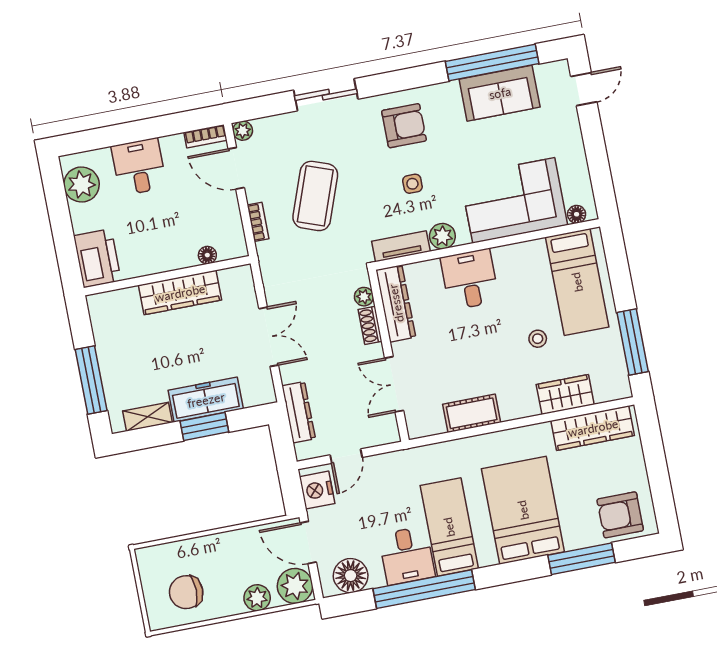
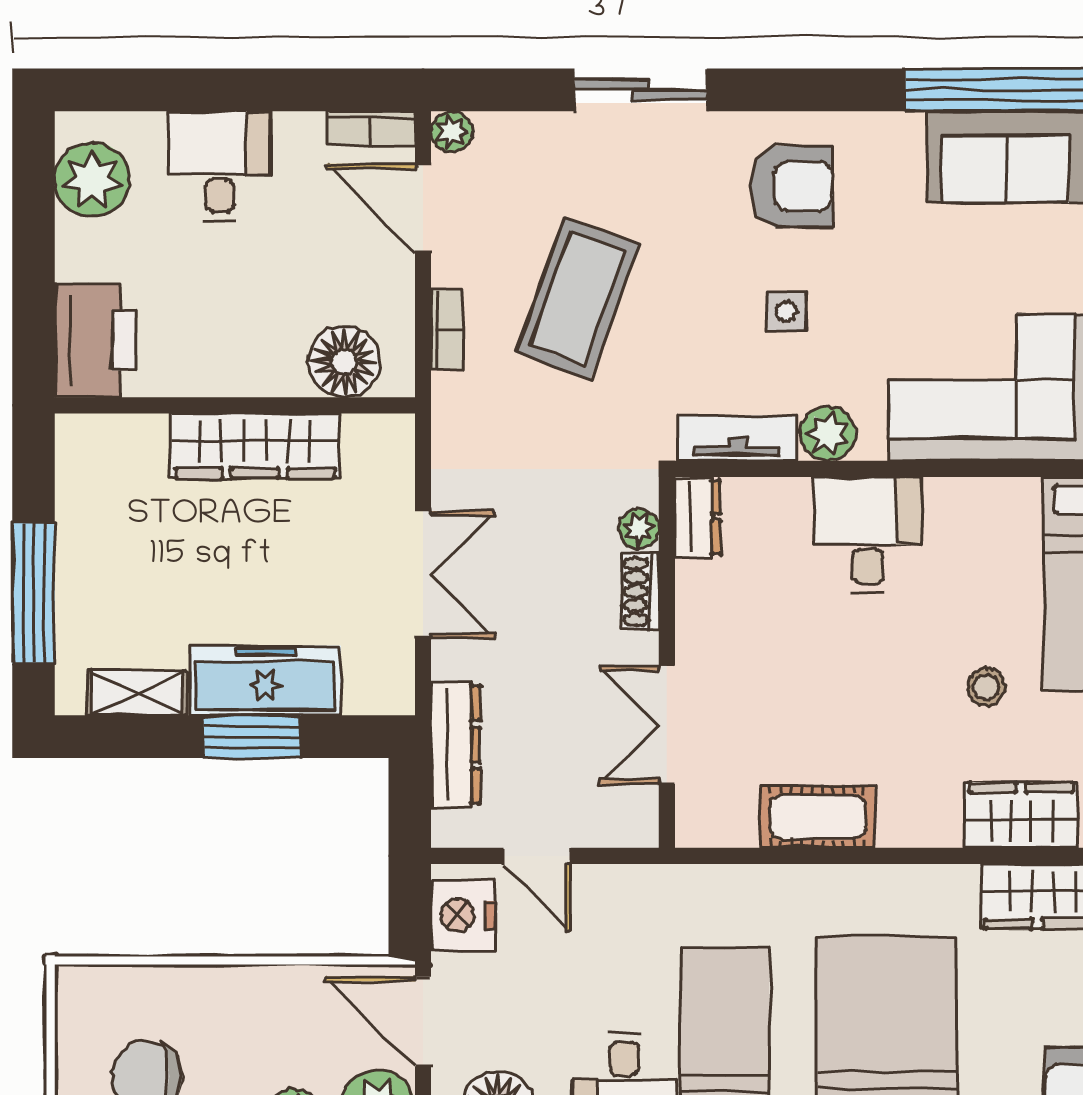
floor lamp: (207, 255) -> (344, 362), width x1.89, depth x1.89
dresser: (396, 303) -> (697, 517), width x0.51, depth x0.80
door: (346, 456) -> (537, 856), hinge flipped

